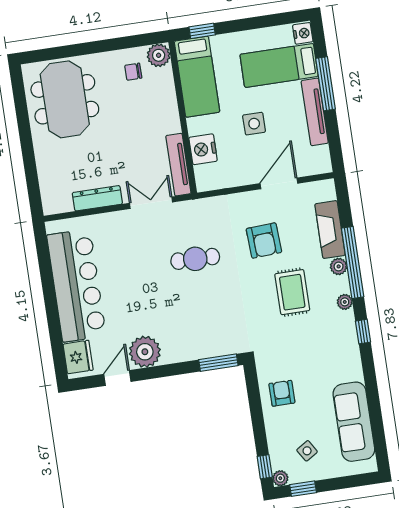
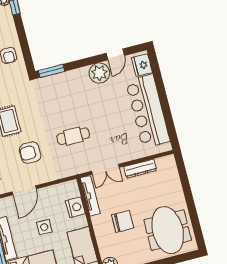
chair: (133, 72) -> (123, 221), moved, width x1.87, depth x1.87
armchair: (264, 241) -> (30, 153), turned -87

